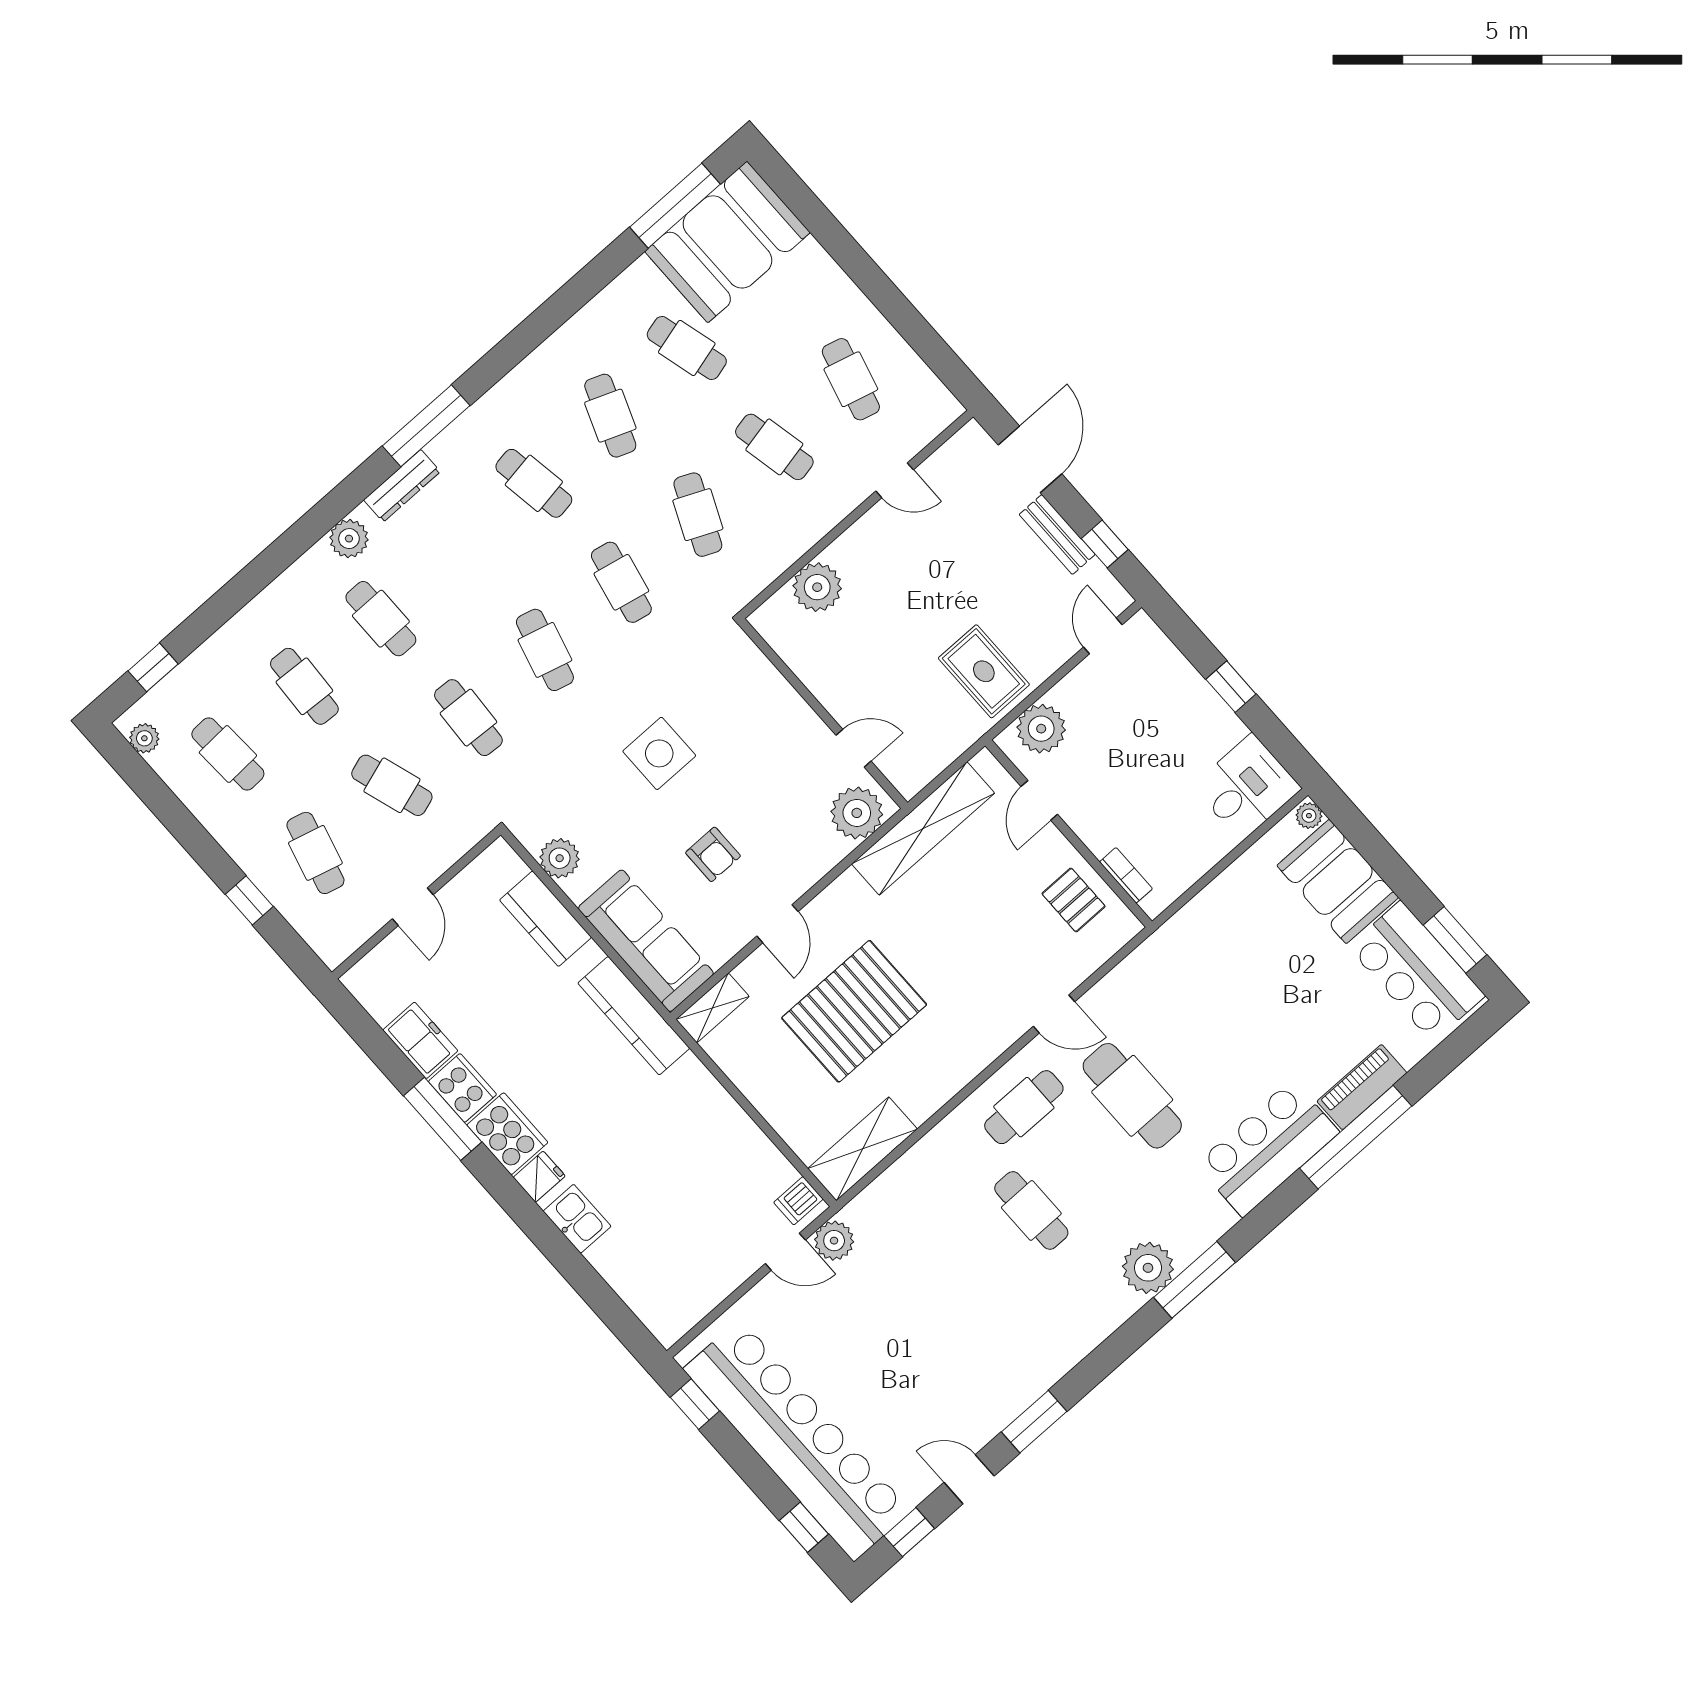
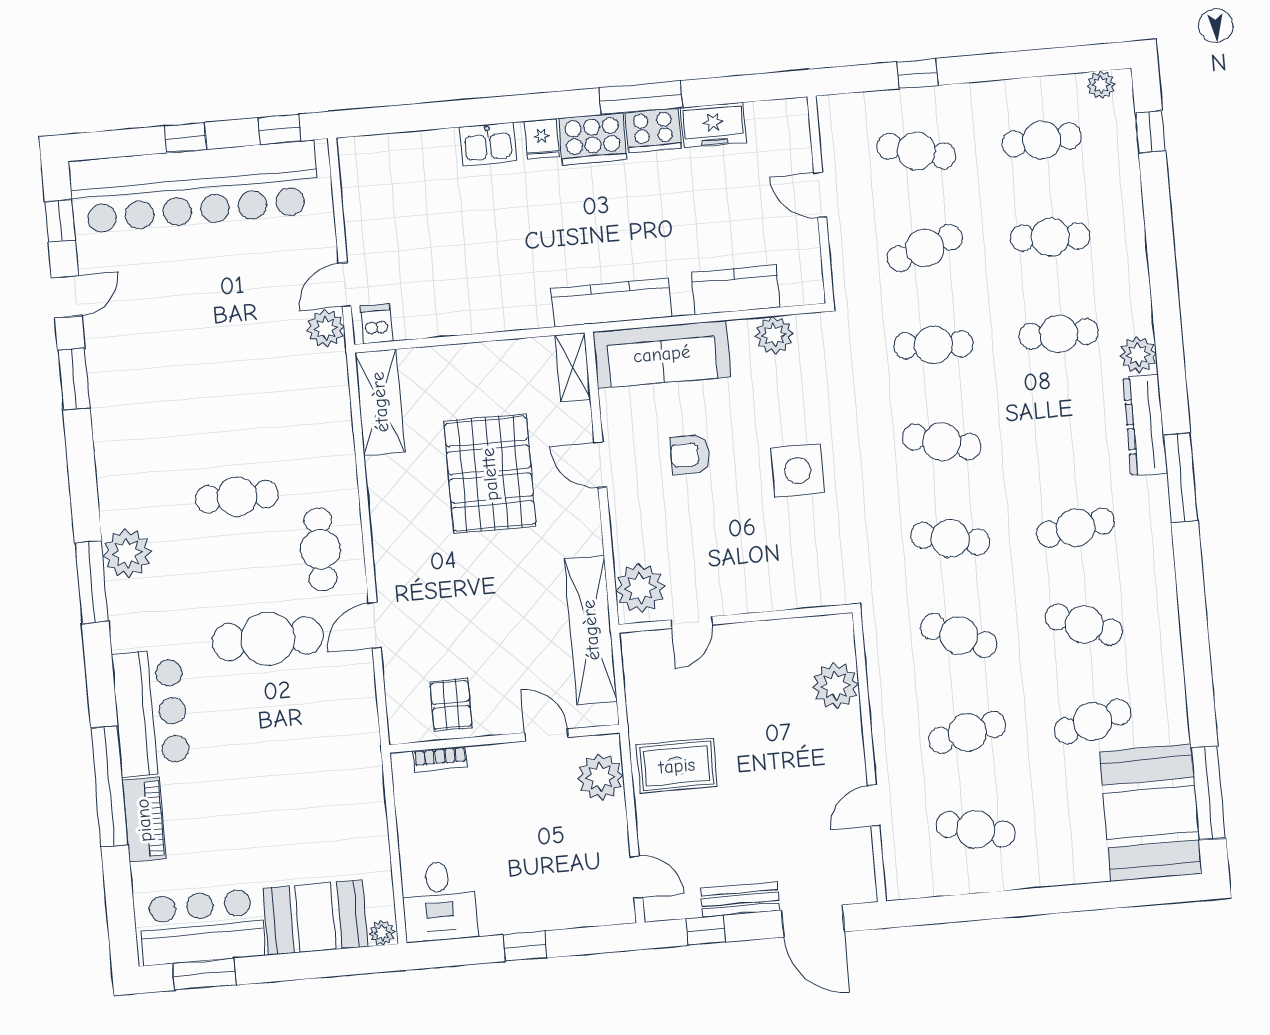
dresser: (402, 486) -> (1145, 426), width x1.37, depth x1.24
pallet: (1074, 900) -> (451, 705), turned 90
window: (804, 1527) -> (185, 138), moved

